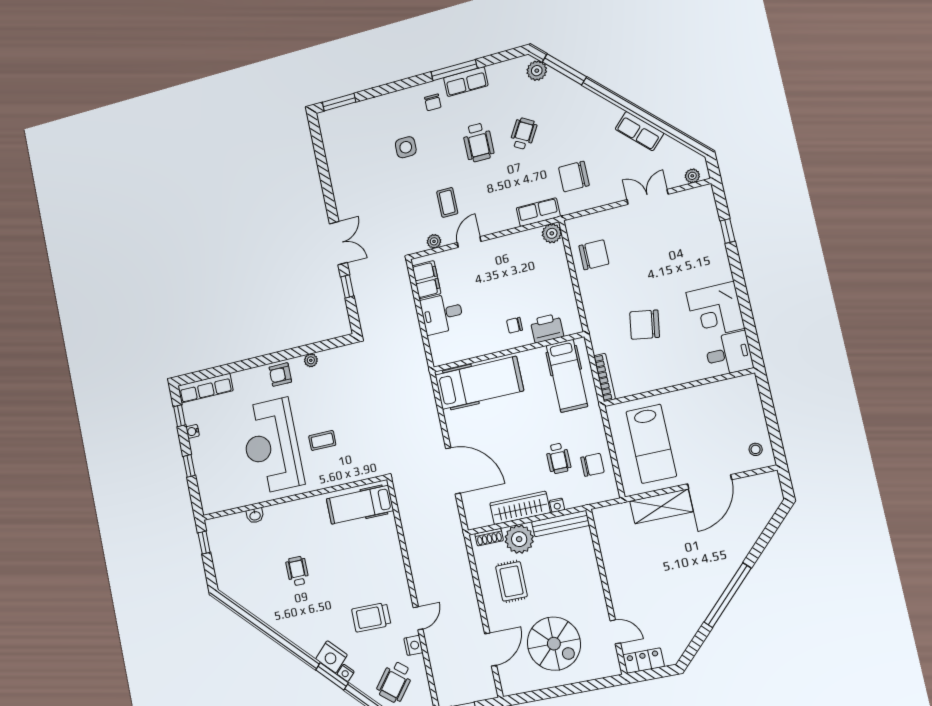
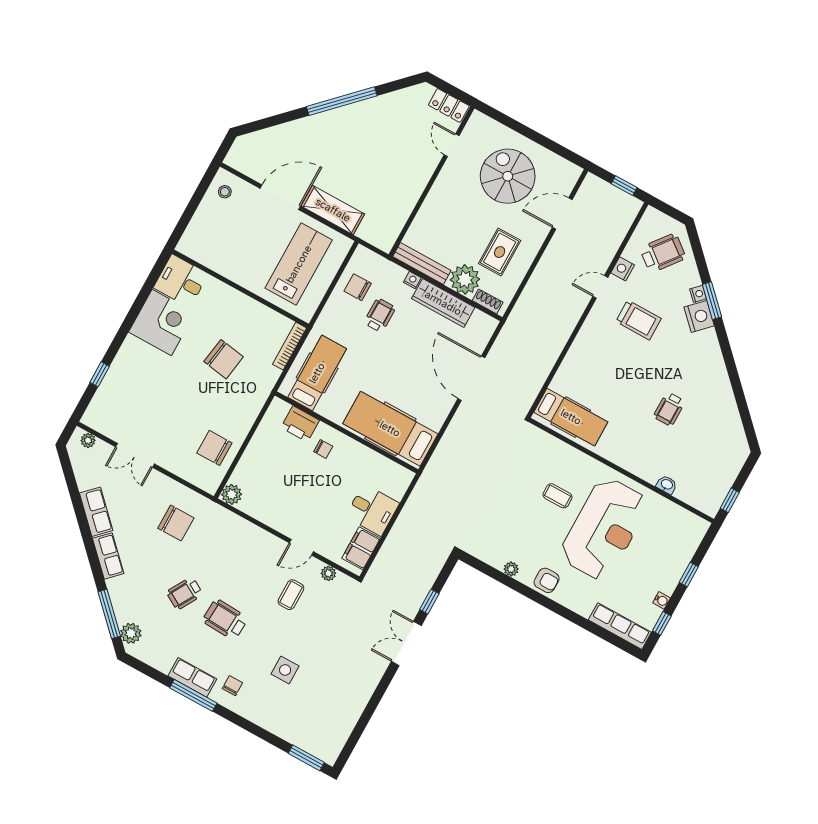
wheelchair: (478, 142) -> (225, 619), turned -87
row of seats: (538, 212) -> (108, 556), moved, turned -135

